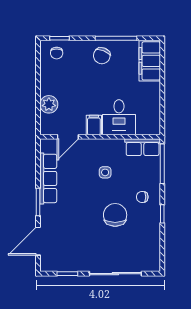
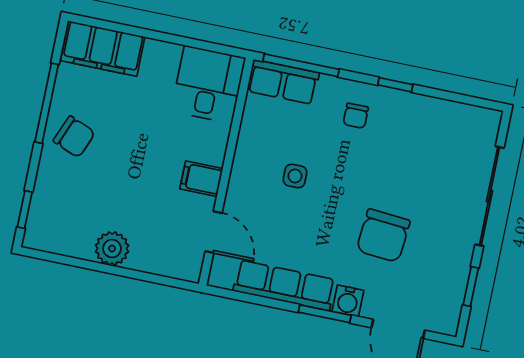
chair: (57, 53) -> (52, 221), removed
plant: (49, 104) -> (112, 249), moved
desk: (119, 117) -> (208, 84), moved, turned -90
row of seats: (143, 147) -> (283, 82), moved, turned 90
water cooler: (47, 212) -> (348, 301), added
chair: (115, 215) -> (383, 236), moved, turned -85

